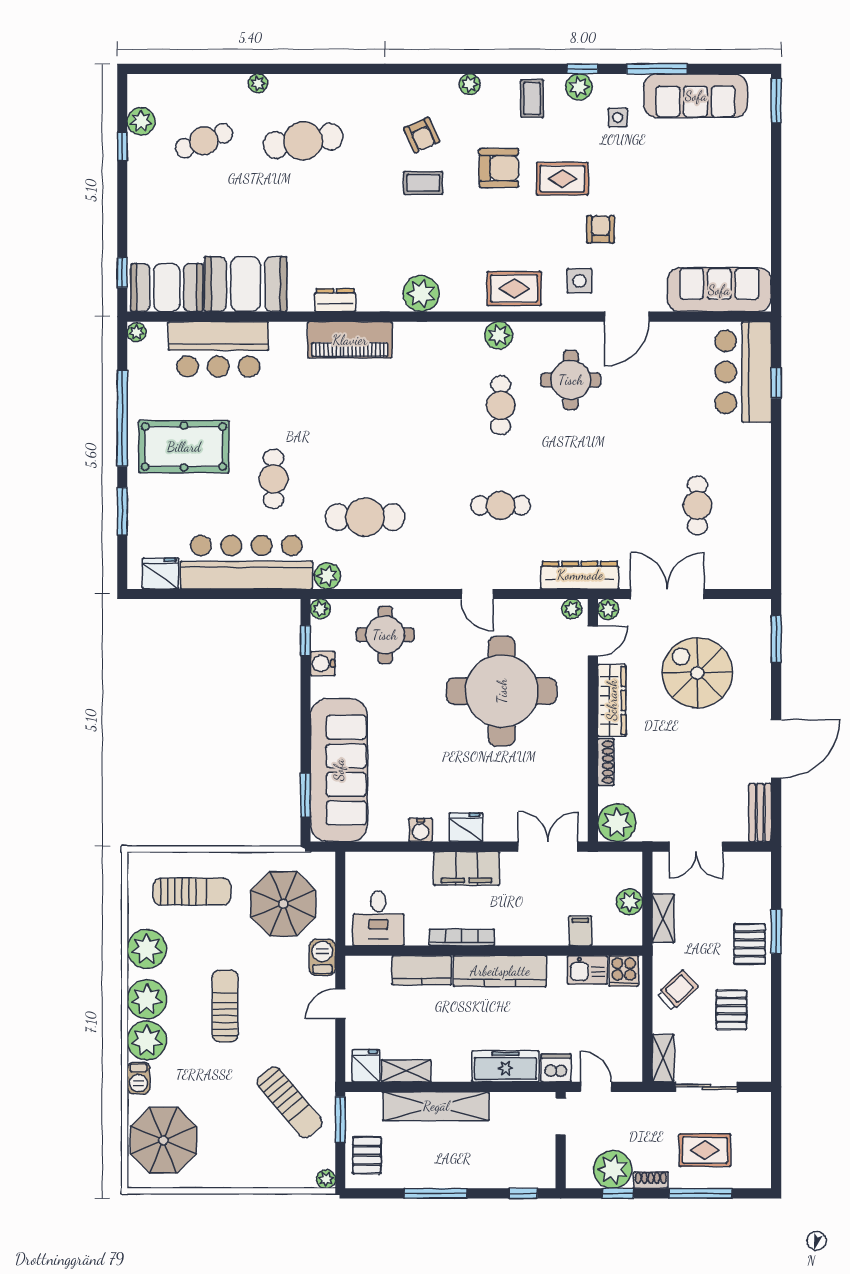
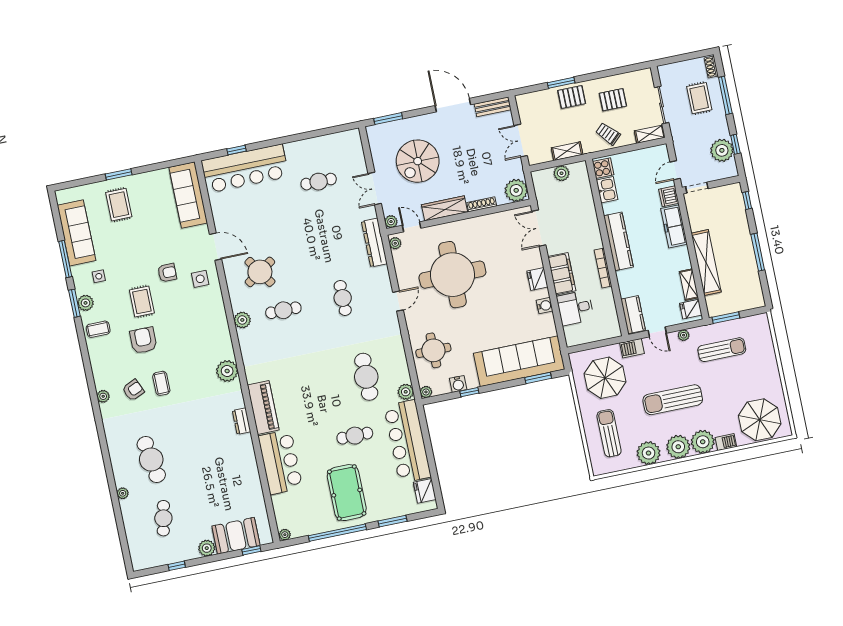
window: (582, 69) -> (74, 303), width x1.50
plant: (470, 84) -> (103, 396), moved
window: (776, 101) -> (119, 174), moved
plant: (141, 121) -> (207, 548), moved
cafe table: (204, 141) -> (163, 518), turned 33
armchair: (601, 229) -> (167, 273), turned 180
booth: (246, 284) -> (243, 476), removed
booth: (167, 288) -> (236, 536), moved, turned 90
rug: (514, 289) -> (119, 205), moved
bar counter: (218, 349) -> (280, 462), moved
bar counter: (743, 372) -> (245, 169), width x1.36
round table: (571, 380) -> (260, 272), turned -34
double door: (667, 594) -> (375, 188), width x0.73
window: (306, 641) -> (469, 392), moved
double door: (696, 847) -> (521, 141), swing flipped
desk: (378, 918) -> (575, 308), moved, turned 180
filing cabinet: (580, 931) -> (585, 199), removed
kitchen counter: (422, 970) -> (633, 315), moved
sun lounger: (225, 1006) -> (673, 400), width x1.36, depth x1.34
sun lounger: (290, 1102) -> (722, 350), turned 40
pallet: (367, 1155) -> (744, 297), removed
plant: (326, 1179) -> (684, 335), moved
shoe rack: (651, 1180) -> (711, 67), moved

